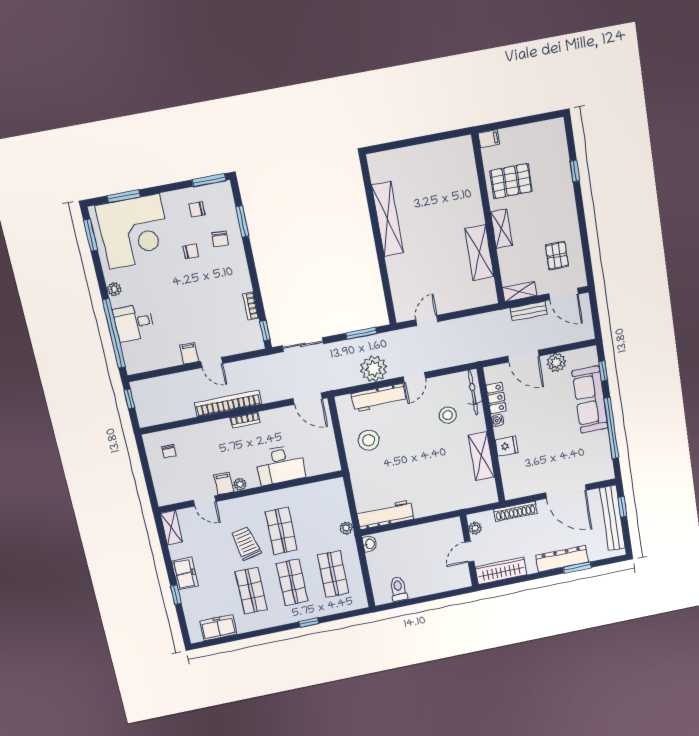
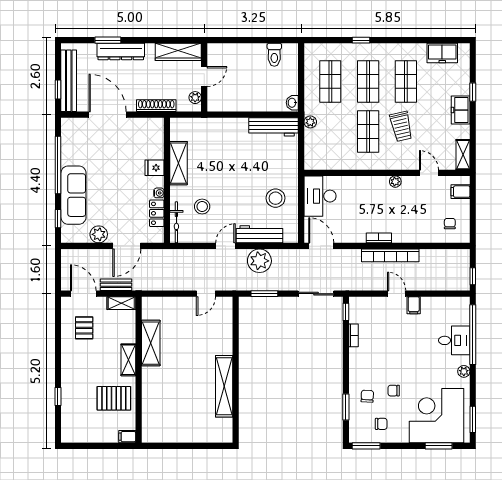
door: (523, 356) -> (127, 246), swing flipped
desk: (280, 465) -> (320, 196), moved, turned -90
filing cabinet: (224, 484) -> (460, 192), moved, turned 90

